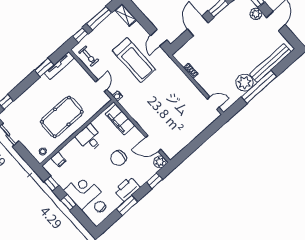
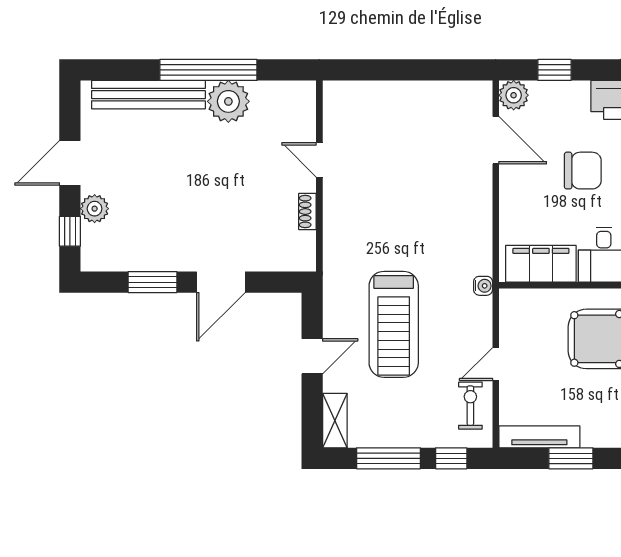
door: (159, 38) -> (312, 356), moved
treadmill: (134, 60) -> (394, 324), turned 180
door: (101, 86) -> (496, 364), moved
door: (213, 103) -> (319, 160), moved
filing cabinet: (120, 120) -> (541, 264), moved, turned -90

